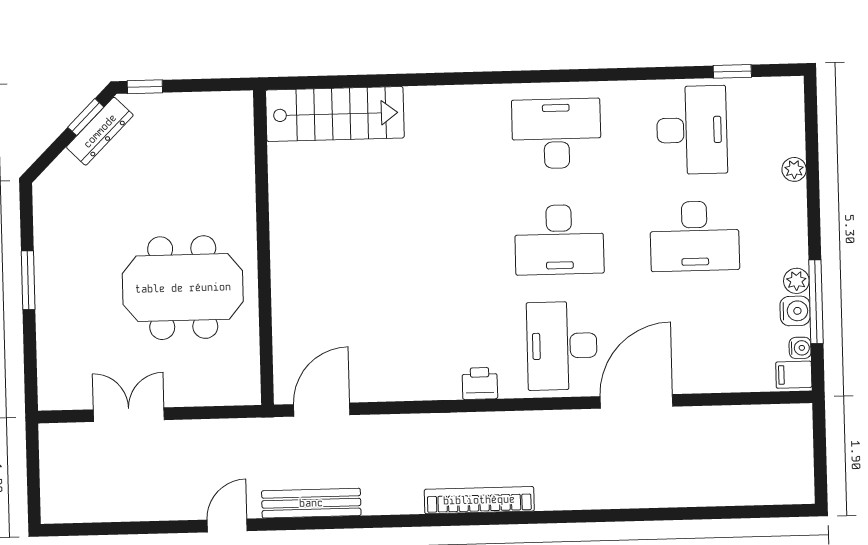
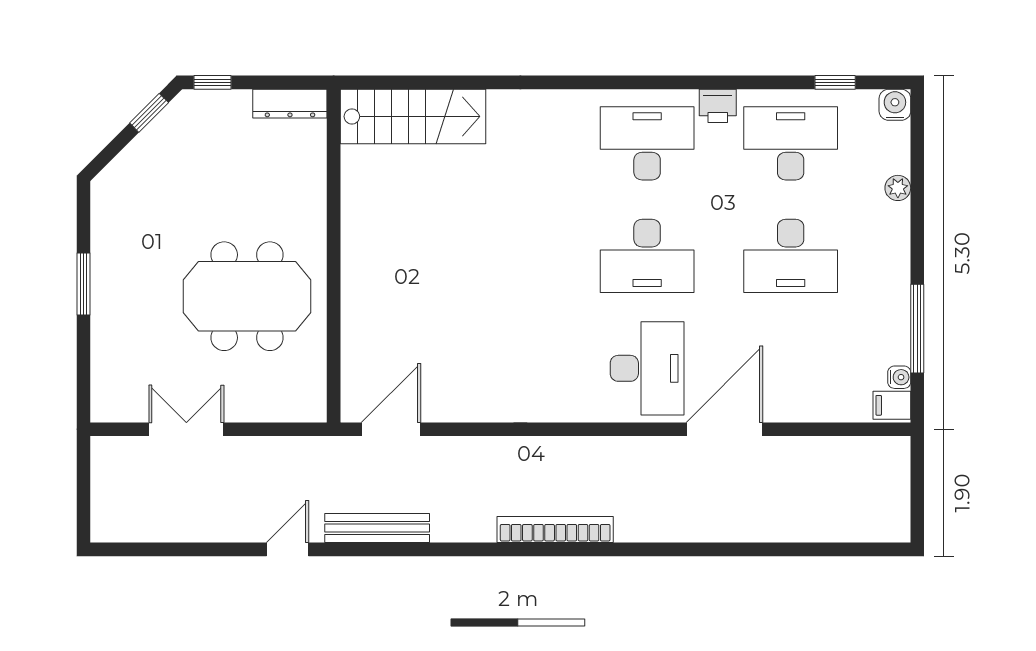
desk: (692, 130) -> (791, 143), turned -90
dresser: (100, 131) -> (290, 104), moved, turned 45
plant: (796, 281) -> (897, 306), removed
water cooler: (795, 311) -> (895, 105), moved, turned -90
desk: (562, 346) -> (647, 368), turned 180
printer: (480, 383) -> (718, 106), moved, turned 180

